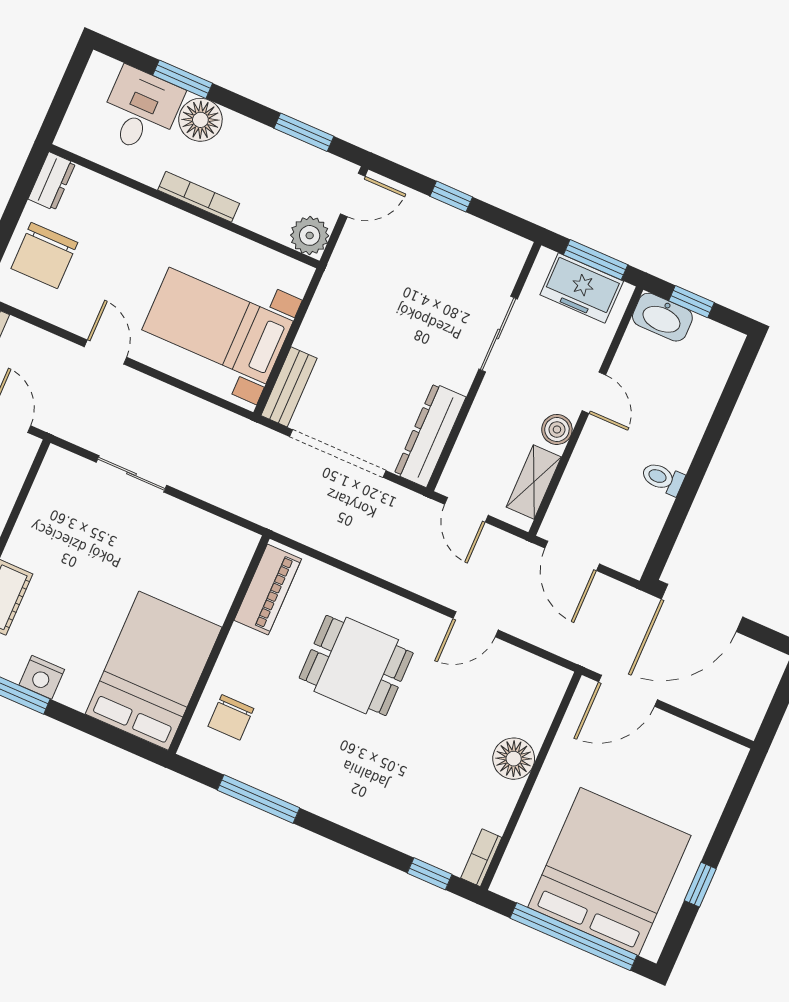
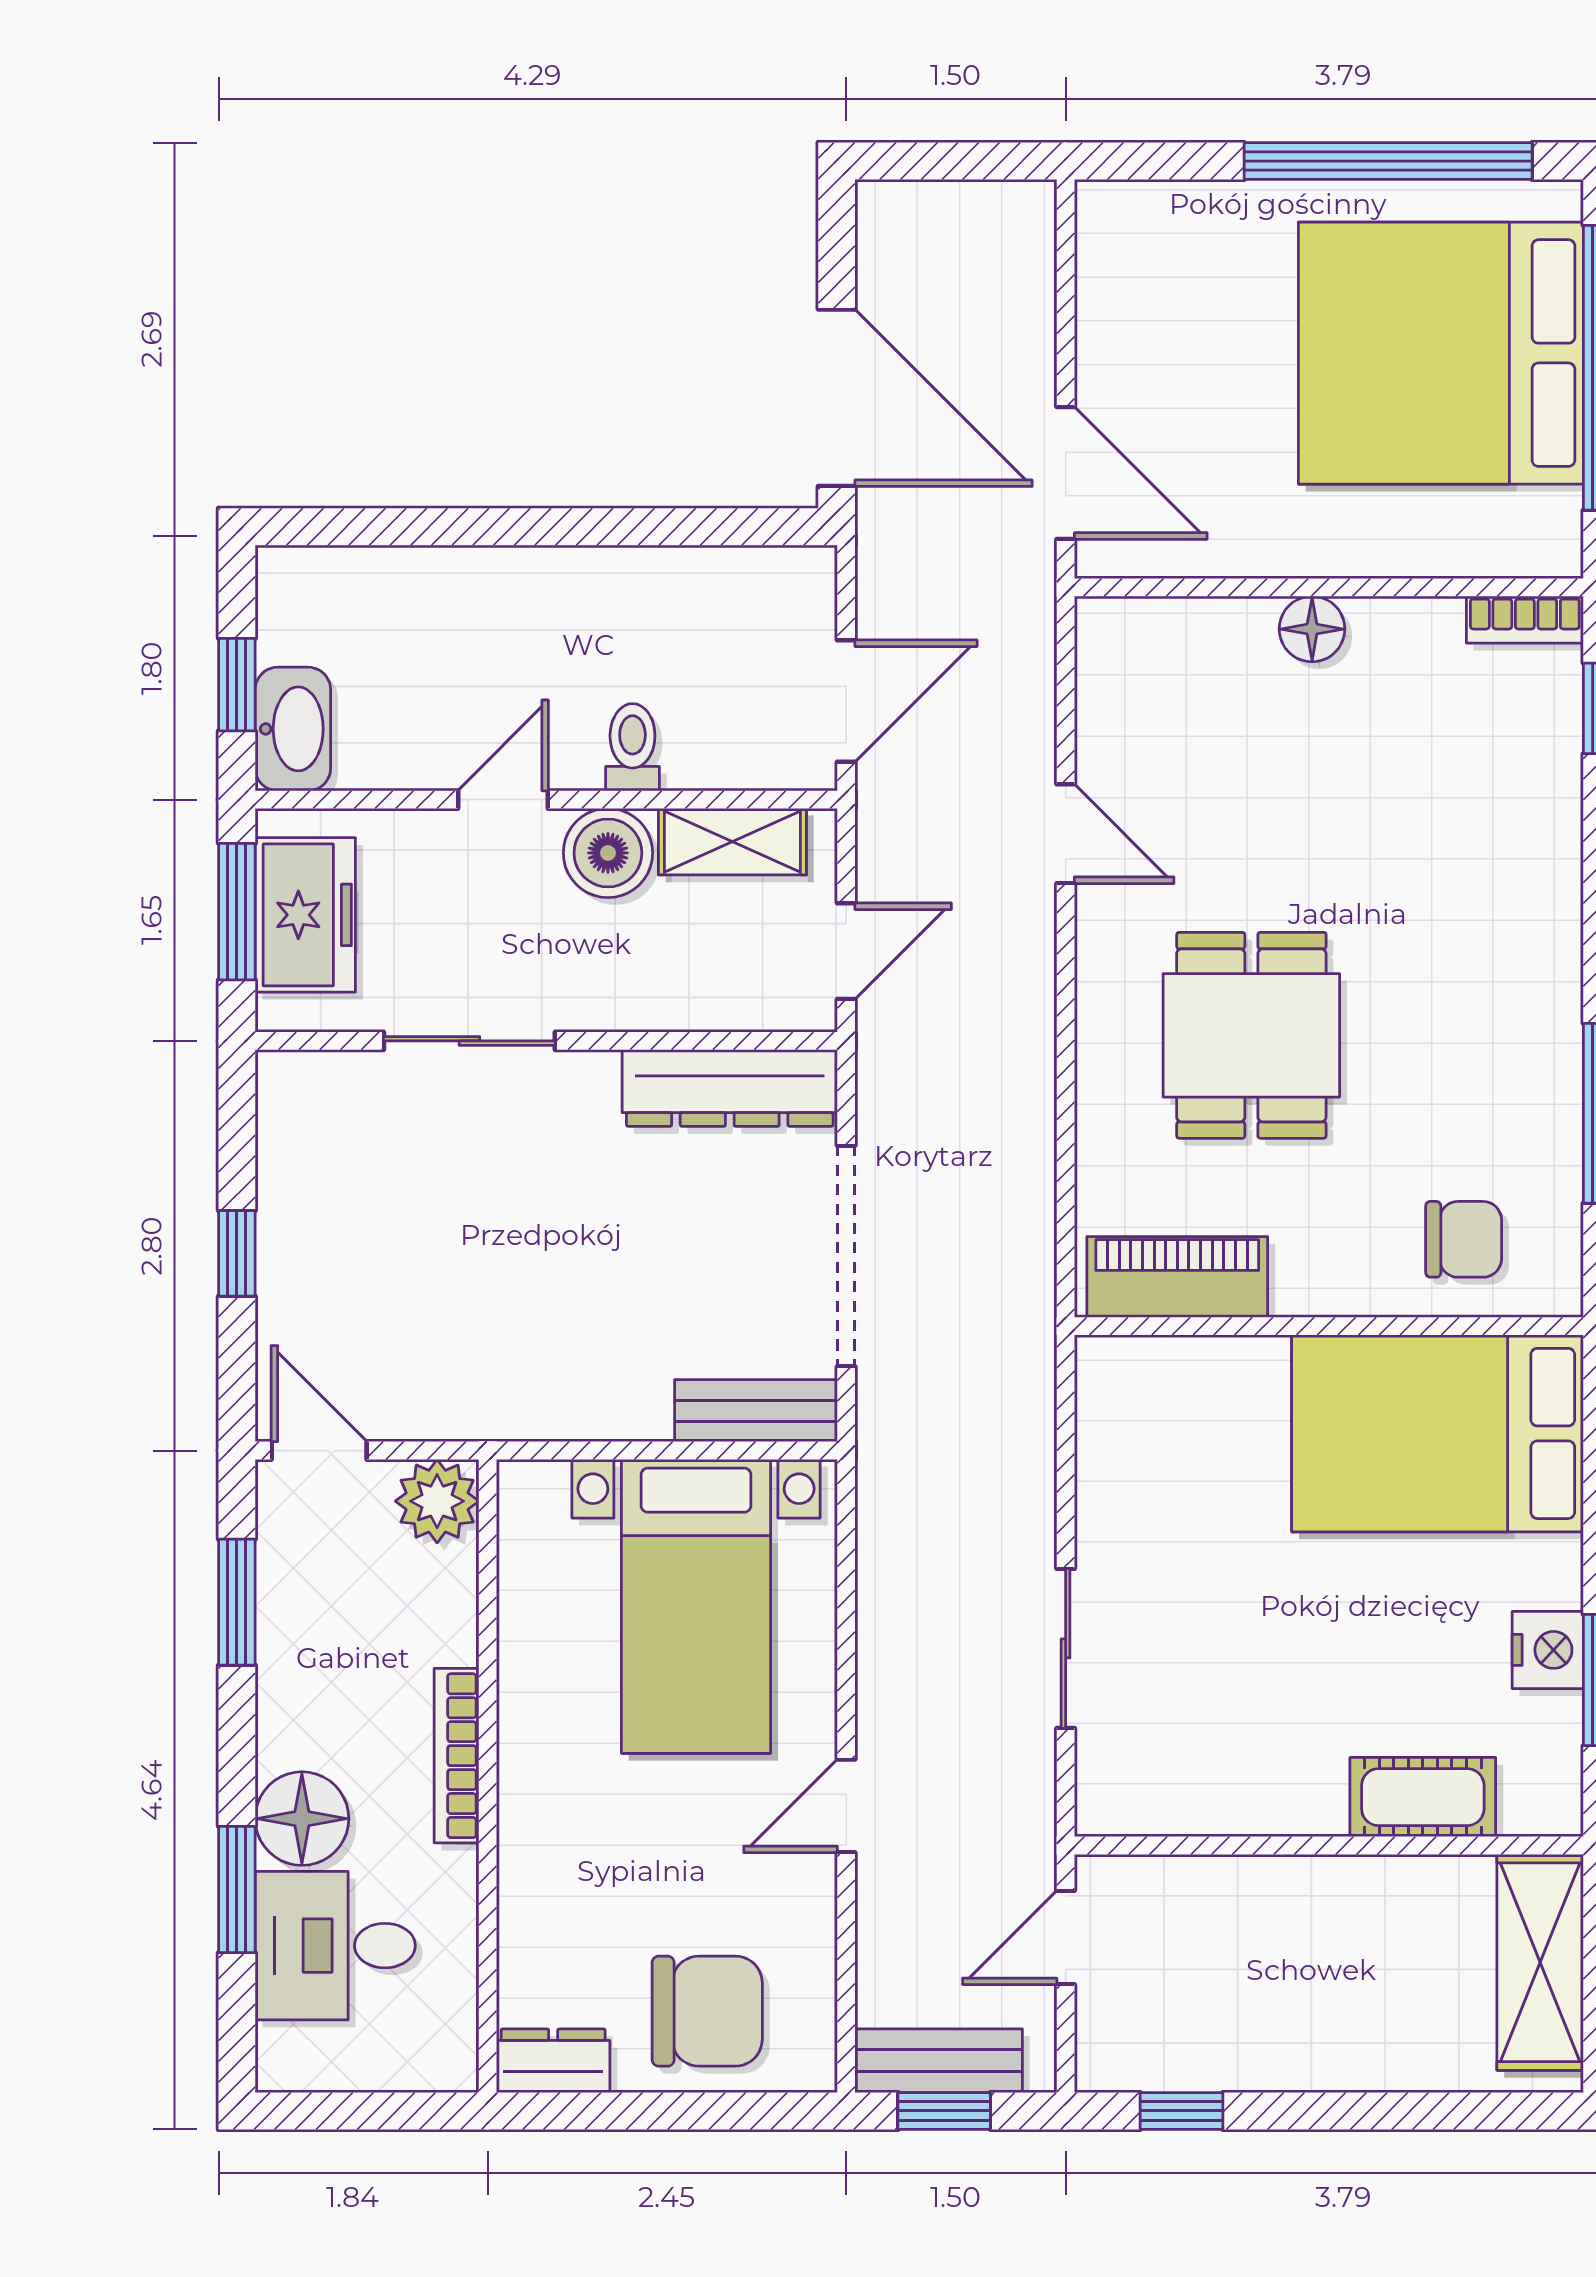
boiler: (557, 429) -> (608, 853), width x1.36, depth x1.36
toilet: (663, 478) -> (632, 747), moved, turned 180
floor lamp: (514, 759) -> (1312, 629), width x0.73, depth x0.73
window: (700, 885) -> (1388, 161), width x3.17

